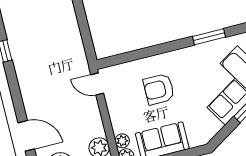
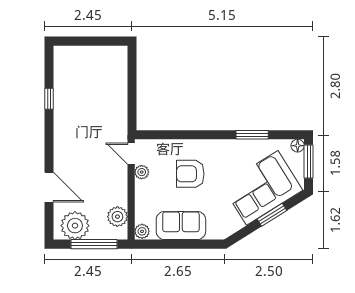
plant: (122, 141) -> (142, 172), moved

